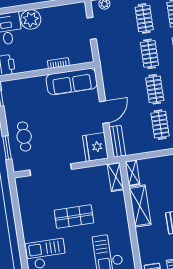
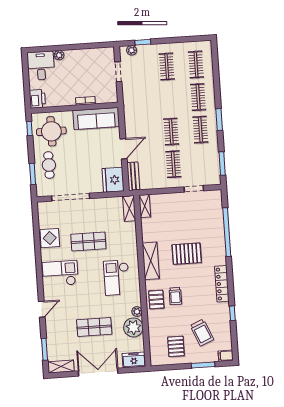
plant: (31, 19) -> (59, 55), width x0.53, depth x0.53
clothes rail: (149, 54) -> (169, 99), removed
round table: (24, 99) -> (51, 131), added
shelving: (140, 206) -> (151, 261), moved
display table: (31, 216) -> (50, 238), added

